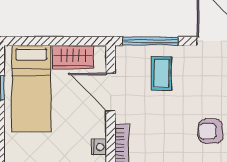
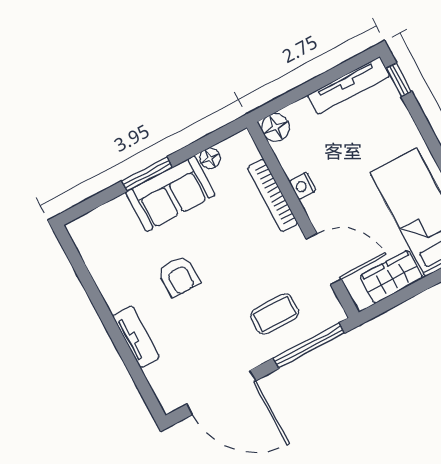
coffee table: (162, 73) -> (275, 314), turned 90
armchair: (210, 131) -> (179, 276), turned 90

